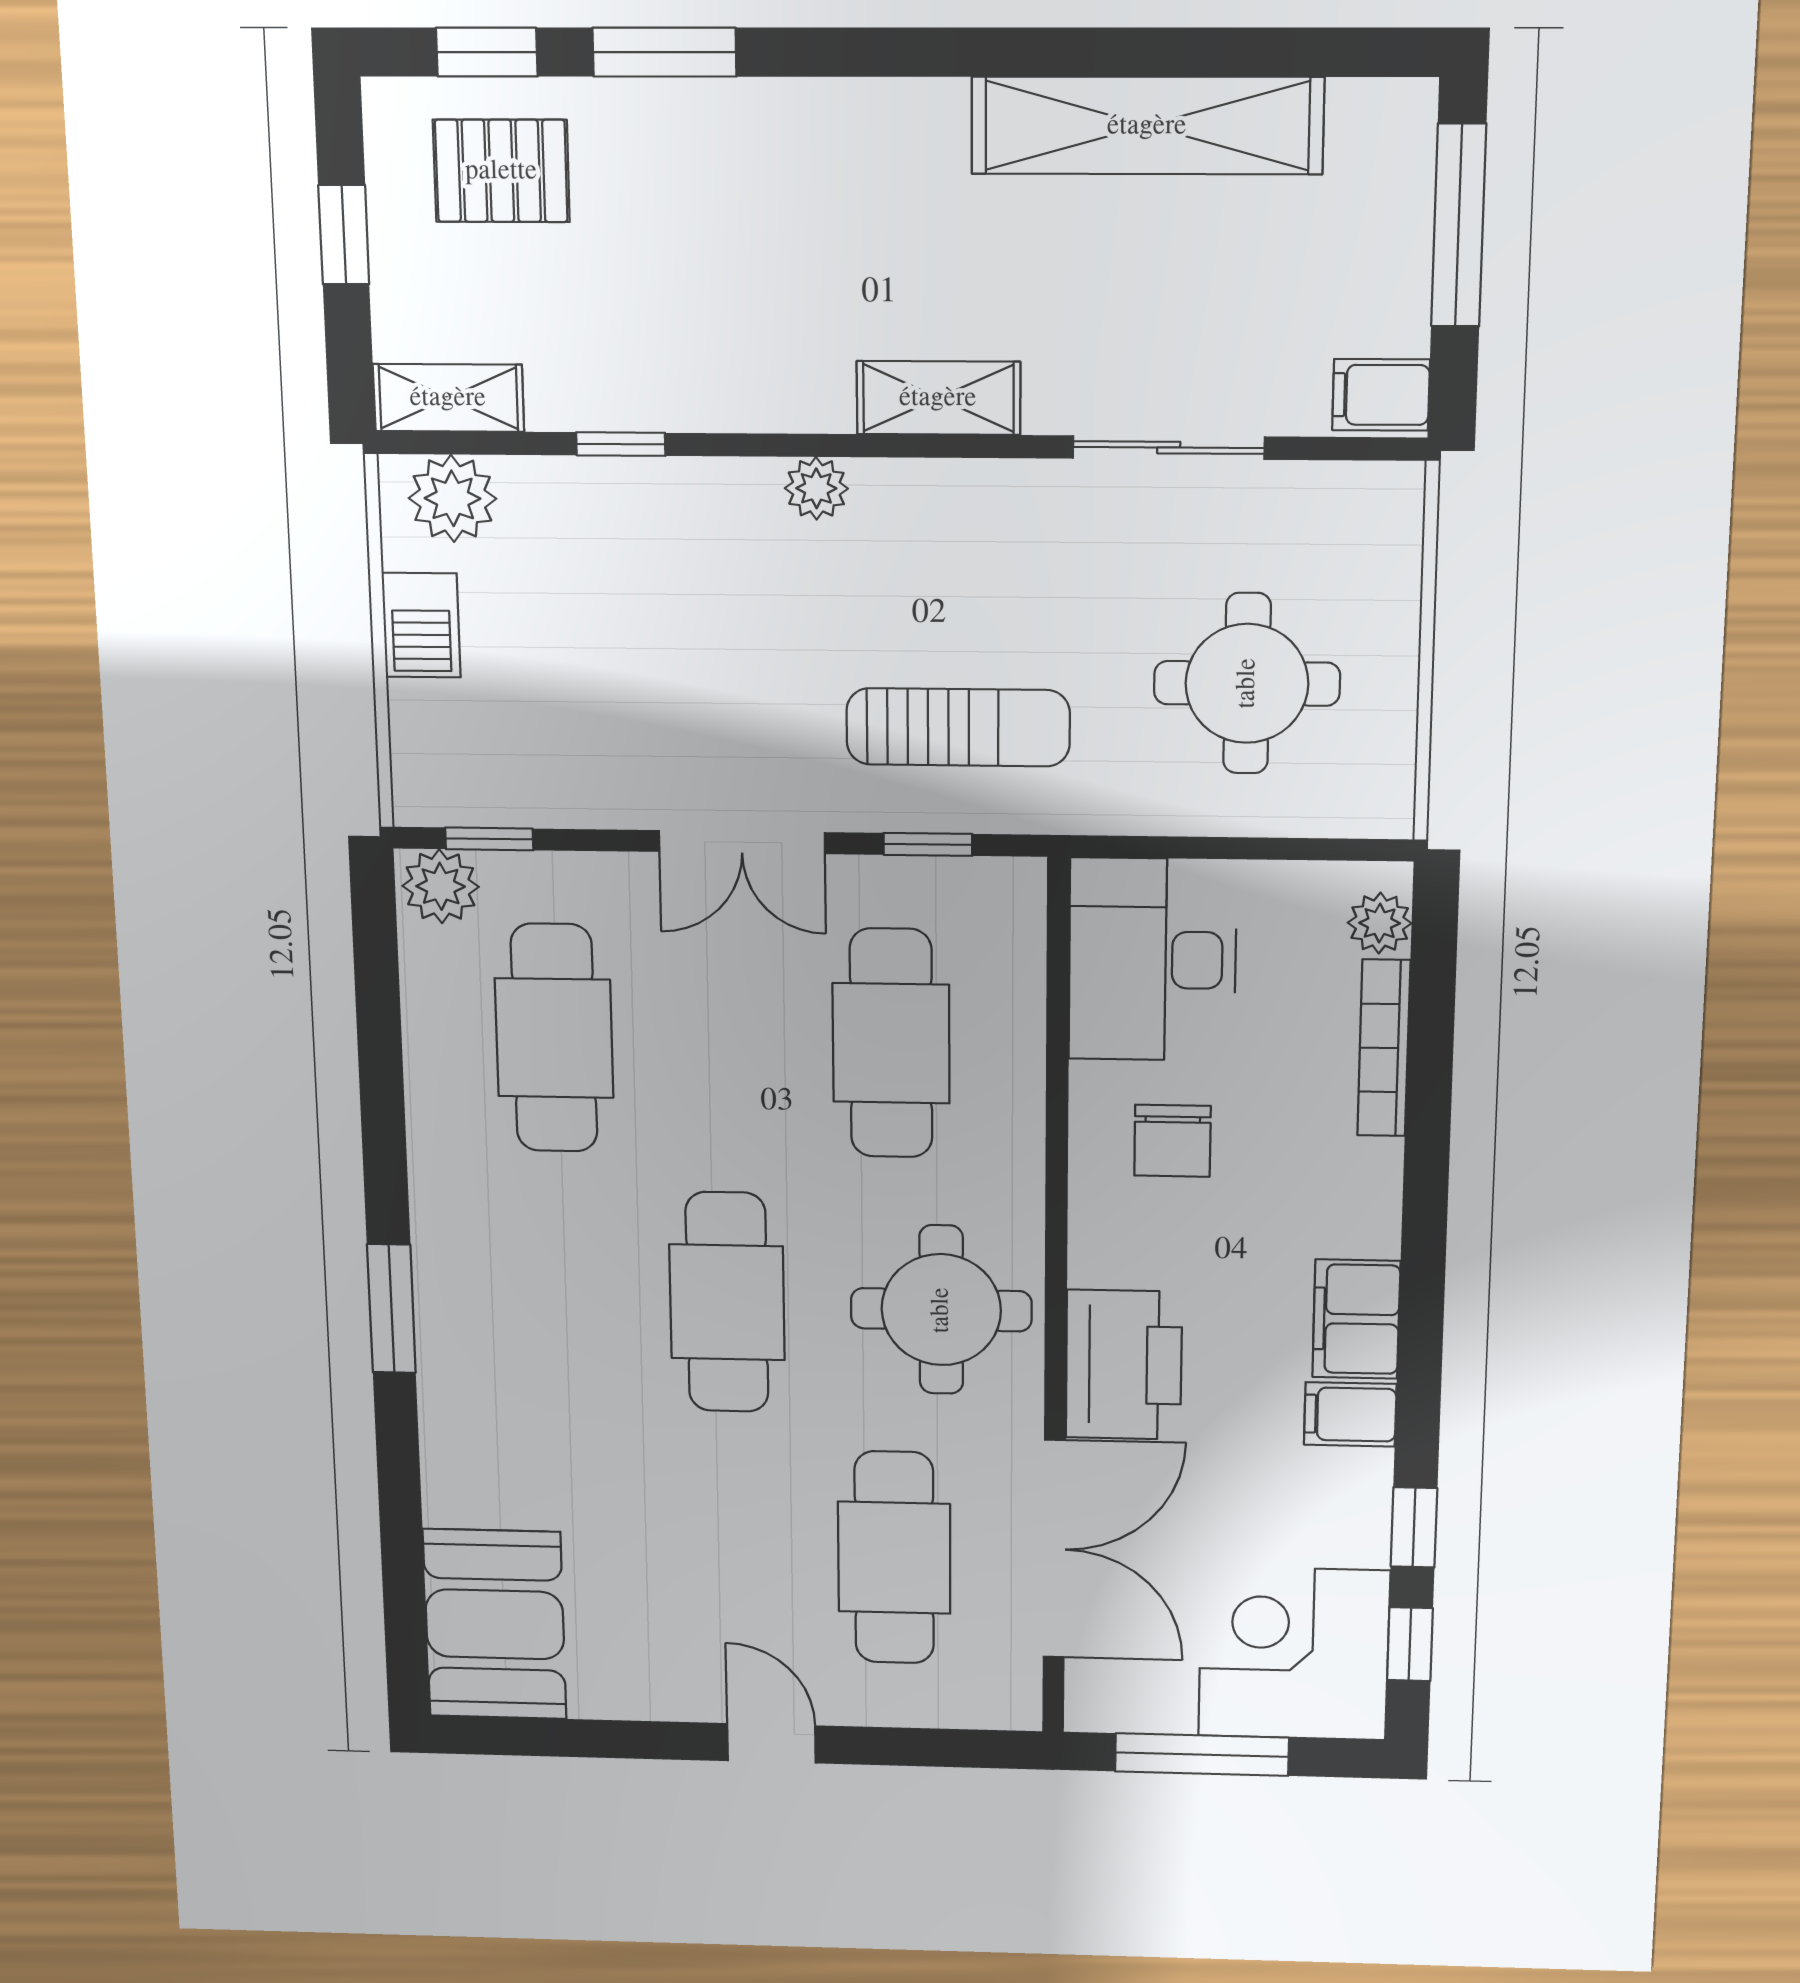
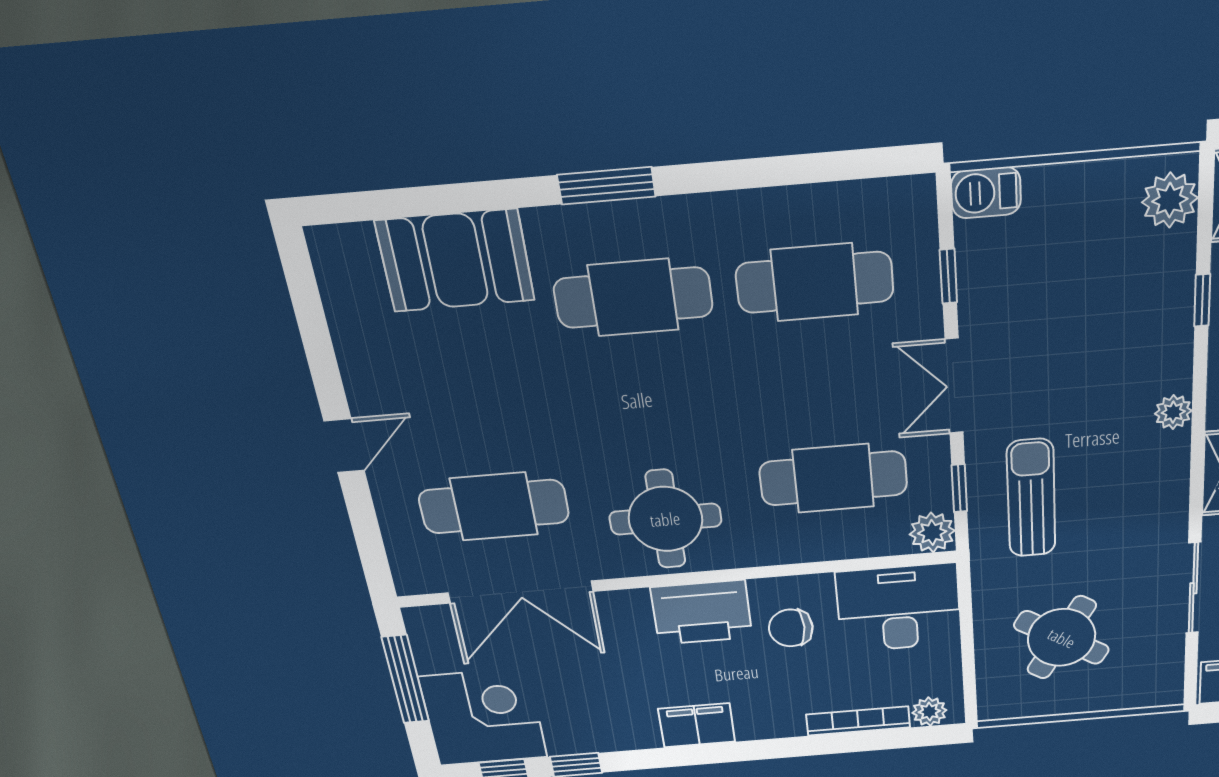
barbecue: (421, 625) -> (986, 193), moved
round table: (1247, 683) -> (1062, 638), turned 32
sun lounger: (958, 727) -> (1031, 498), turned 180
window: (489, 839) -> (948, 276), moved
plant: (441, 886) -> (932, 532), moved
cafe table: (727, 1302) -> (633, 298), moved
printer: (1124, 1365) -> (702, 612), moved
filing cabinet: (1350, 1414) -> (639, 728), removed
booth: (495, 1624) -> (455, 261), moved

